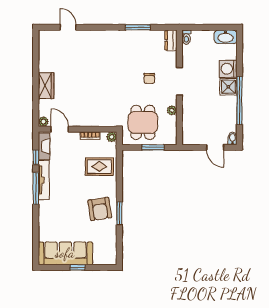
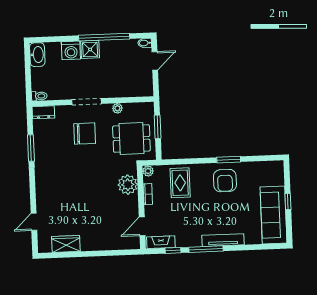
chair: (149, 78) -> (85, 134), width x1.87, depth x1.87
wardrobe: (46, 86) -> (66, 244), moved
plant: (43, 122) -> (128, 185), moved, width x1.88, depth x1.88
tv unit: (44, 180) -> (223, 240), moved
armchair: (100, 209) -> (225, 181), turned 99

